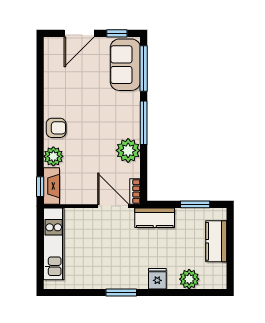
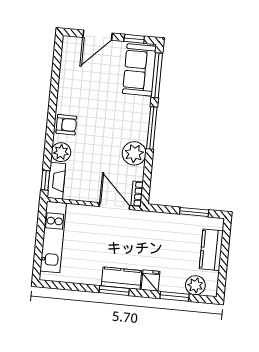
kitchen counter: (155, 218) -> (121, 278), moved, turned 180
plant: (189, 279) -> (195, 285), moved
window: (183, 292) -> (174, 296), added

